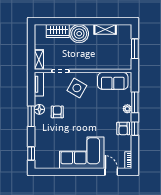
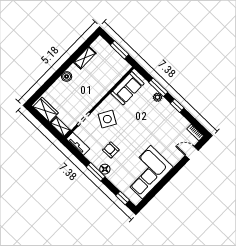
wardrobe: (58, 31) -> (46, 110), moved, turned -90
boiler: (79, 34) -> (67, 76), width x0.54, depth x0.54
floor lamp: (39, 109) -> (105, 169), moved
armchair: (123, 129) -> (169, 114), removed
corner sofa: (82, 153) -> (147, 172), moved

